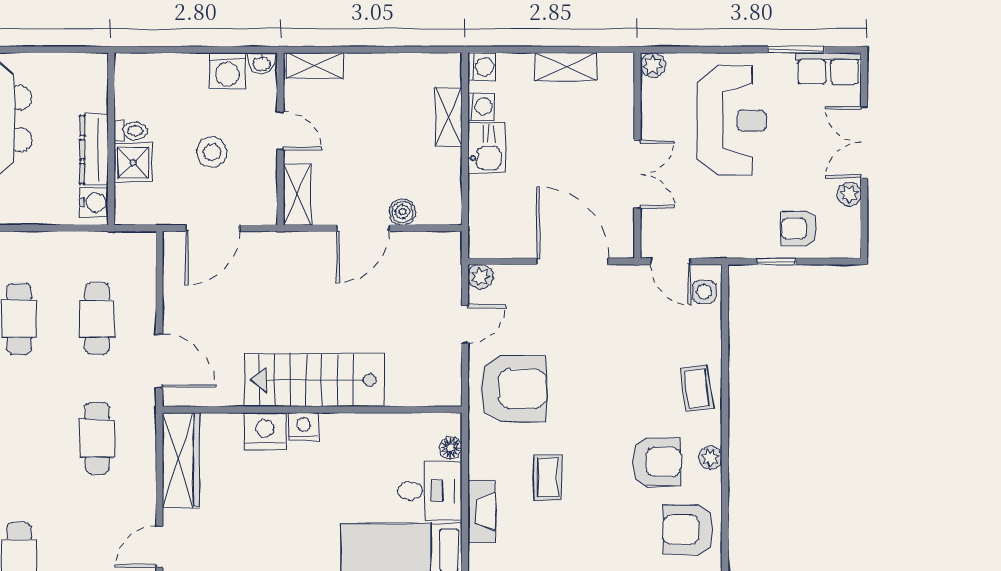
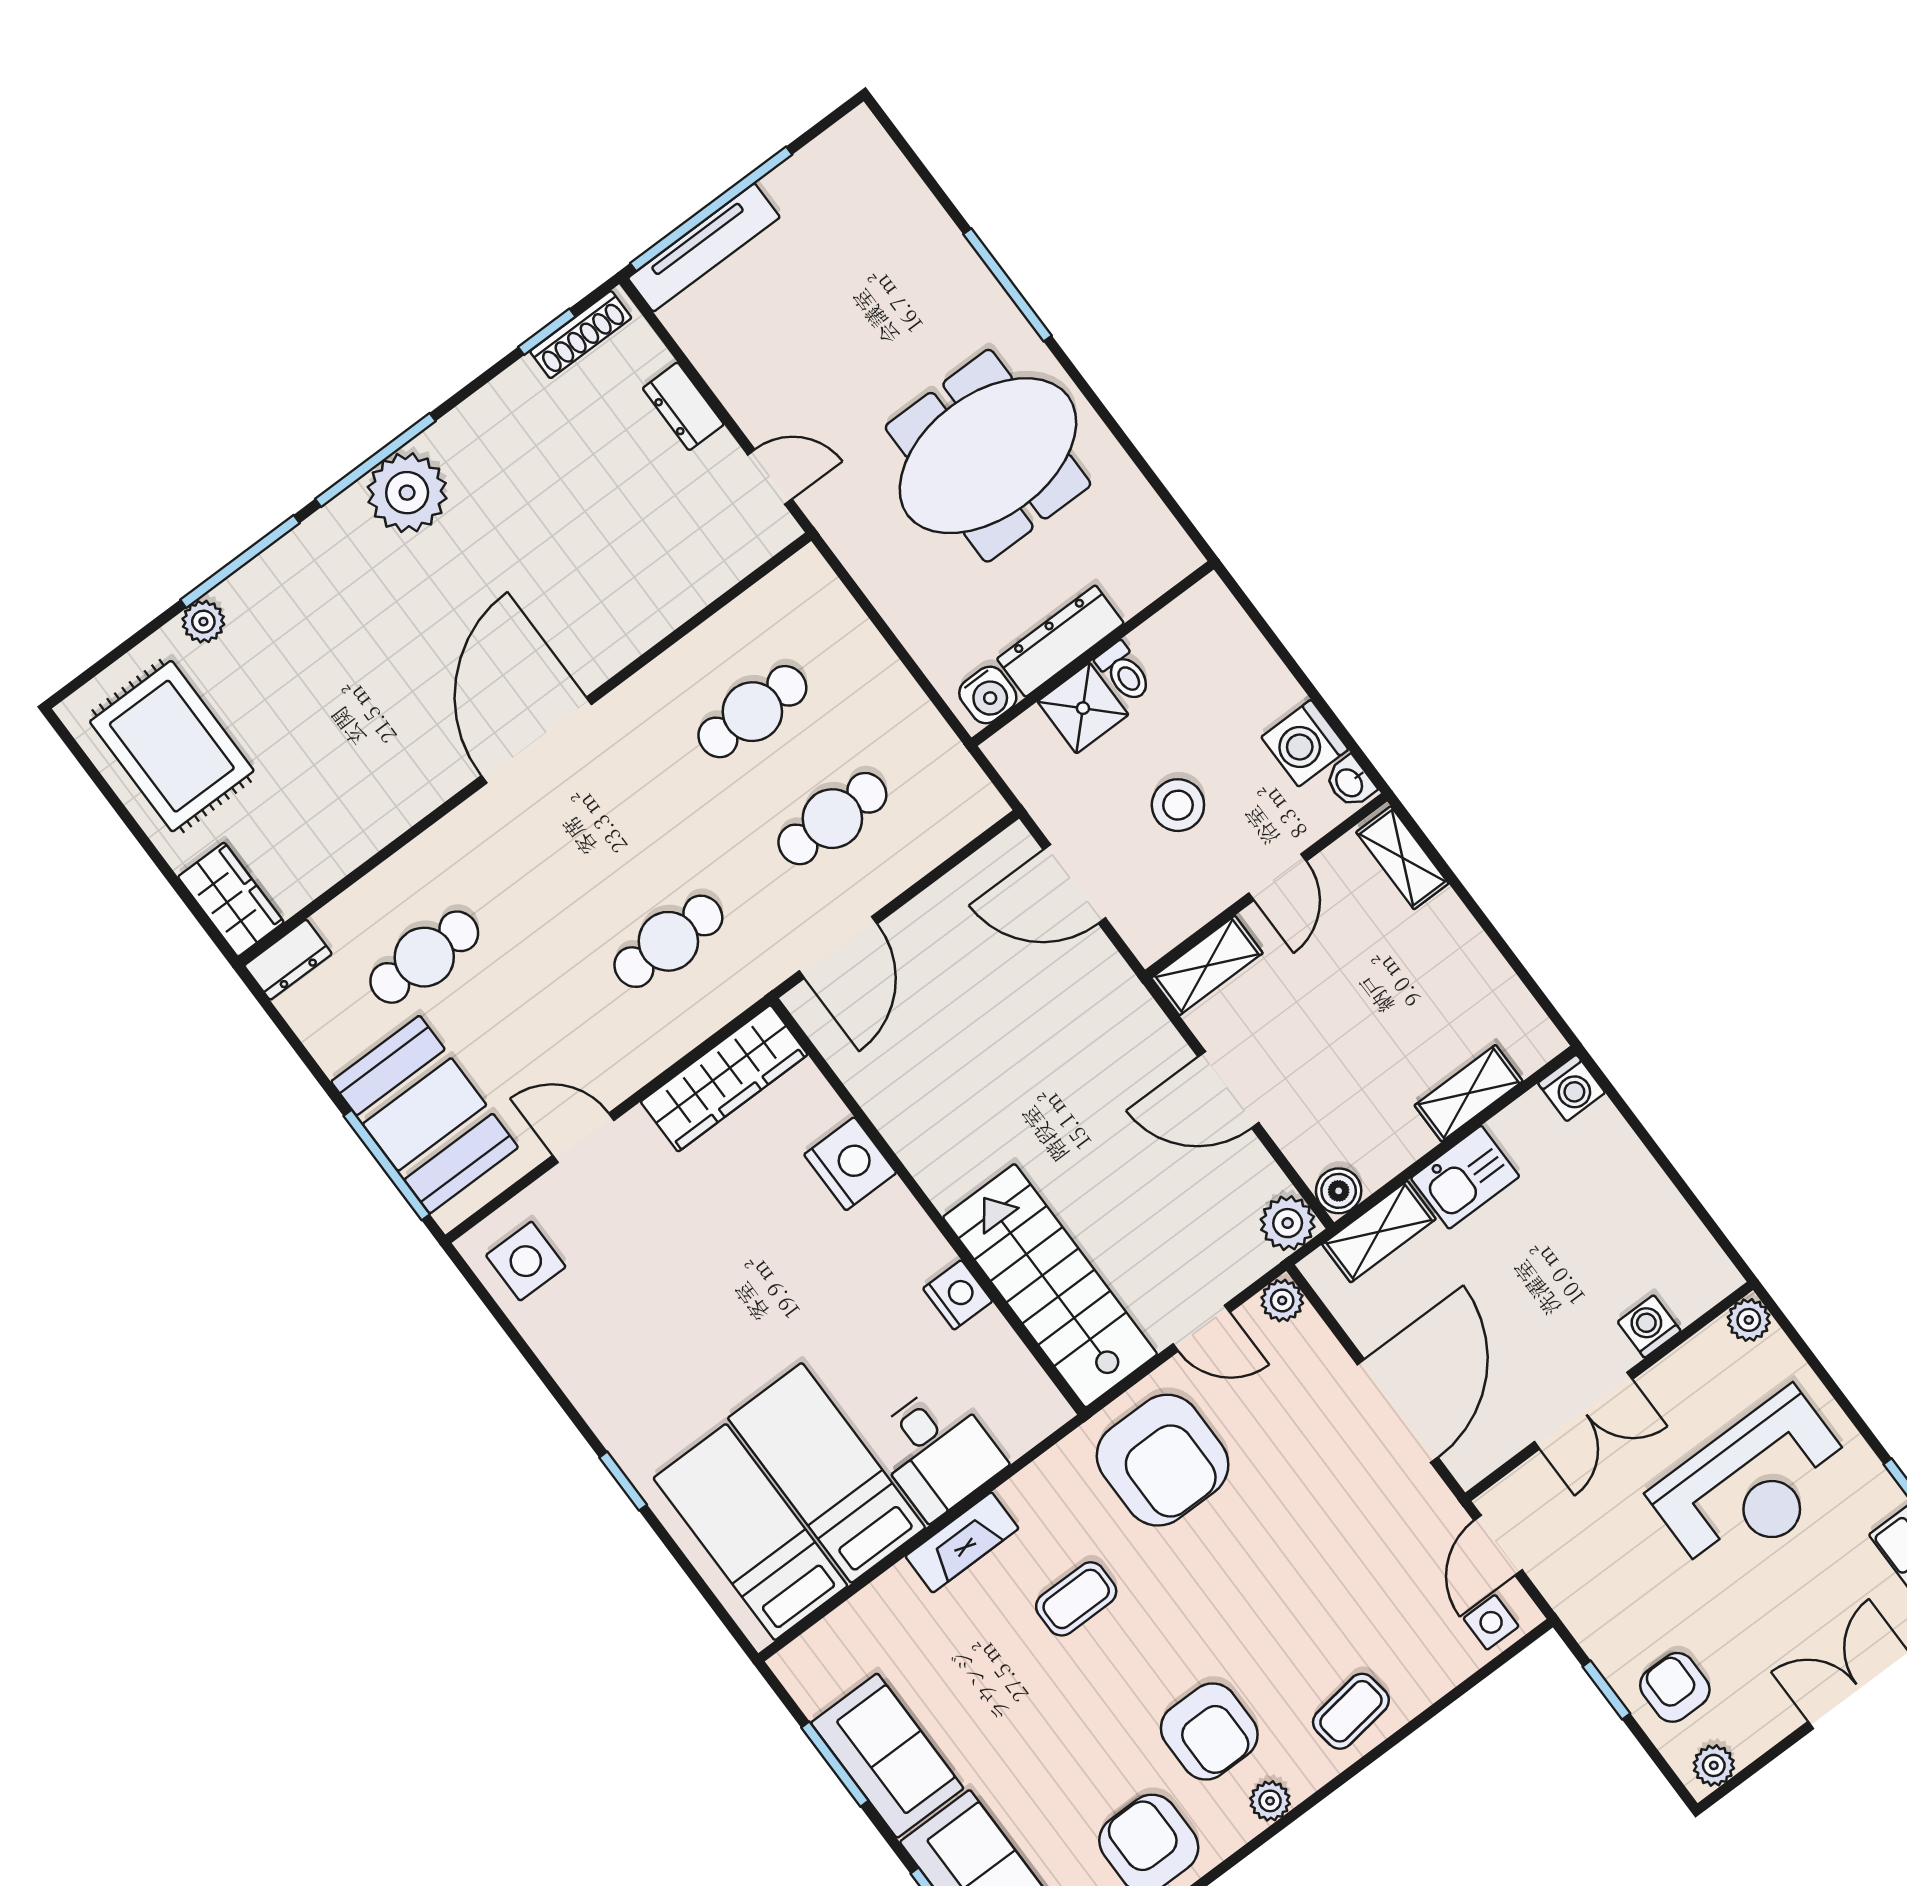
shelving: (566, 67) -> (1379, 1232), moved, turned 90
washing machine: (481, 106) -> (1649, 1326), moved, turned 180
plant: (849, 194) -> (1714, 1765), moved
boiler: (403, 212) -> (1339, 1191), moved
plant: (446, 247) -> (1288, 1223), added
stairs: (314, 380) -> (1050, 1286), moved
nightstand: (303, 427) -> (958, 1295), moved
floor lamp: (451, 448) -> (1018, 1435), removed

